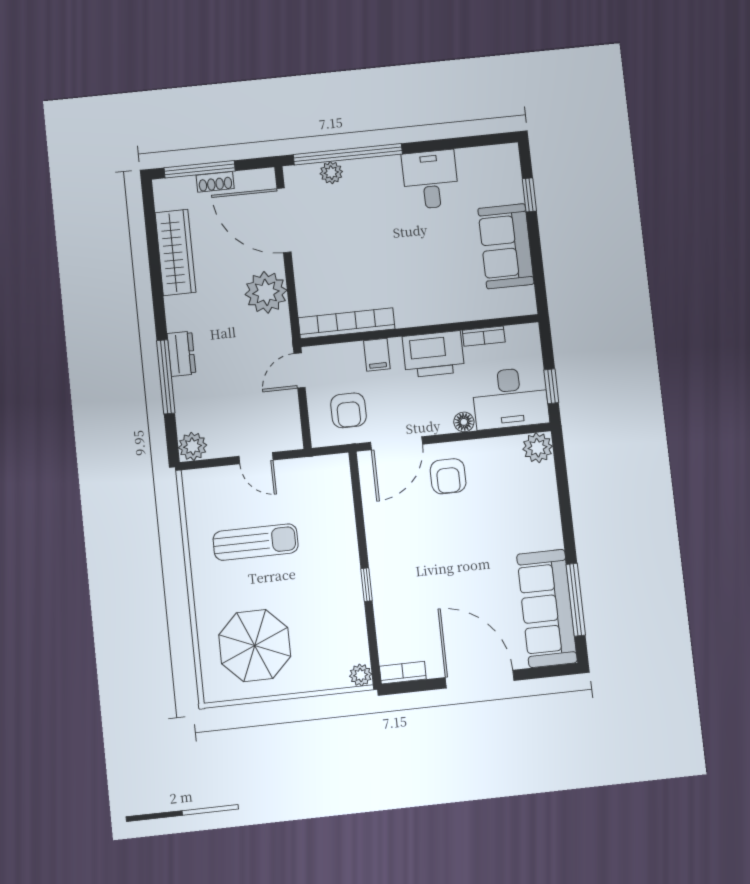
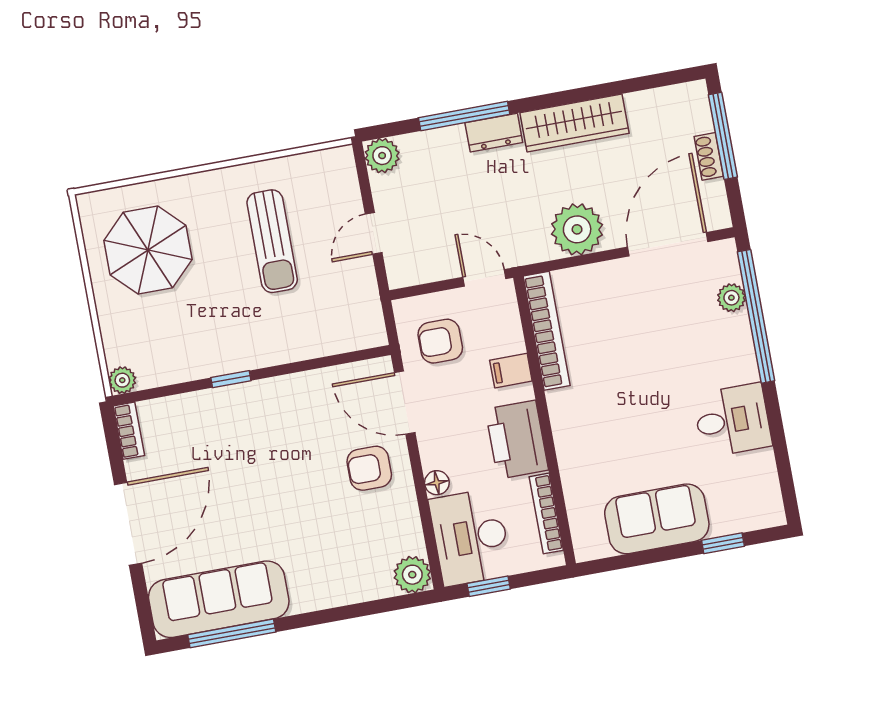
wardrobe: (176, 252) -> (575, 123), moved
bookcase: (484, 336) -> (546, 513), width x1.56

